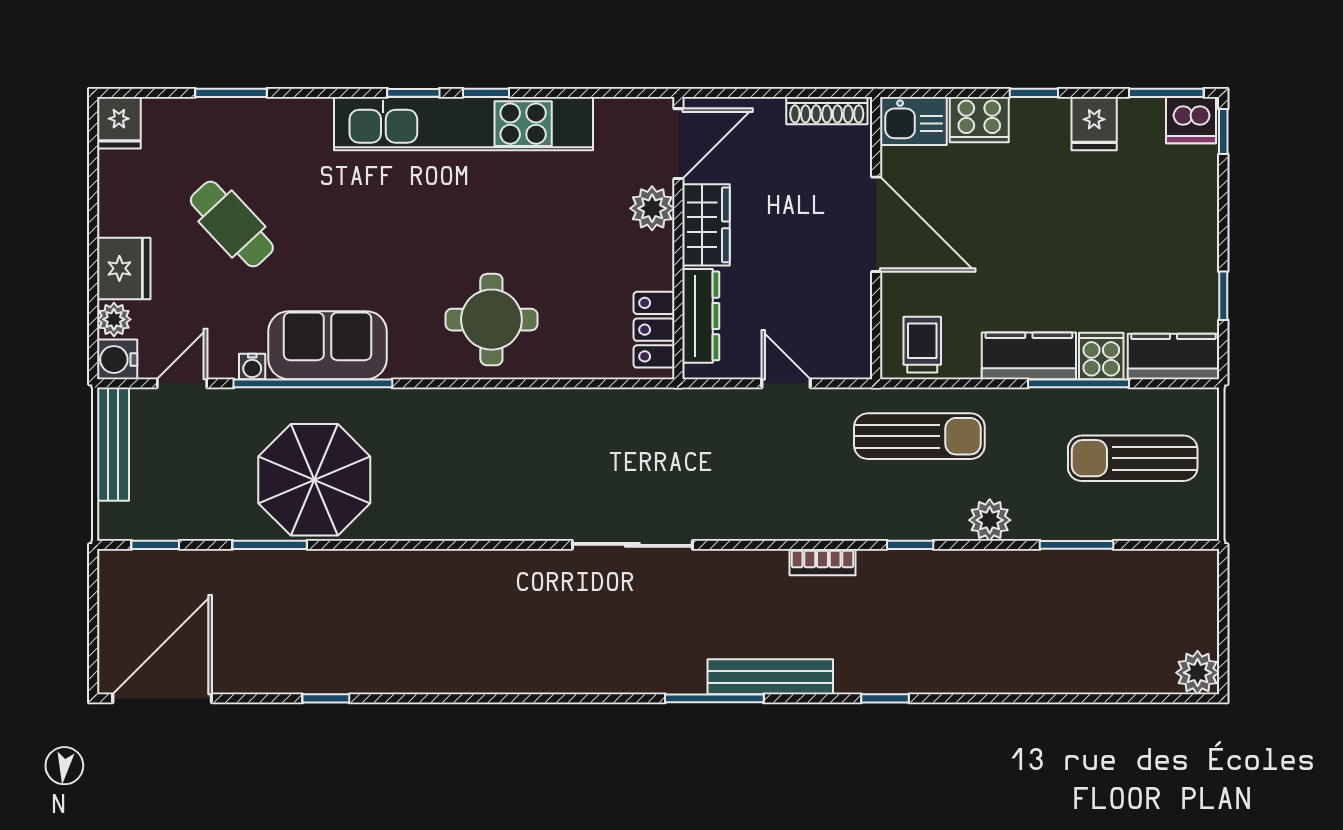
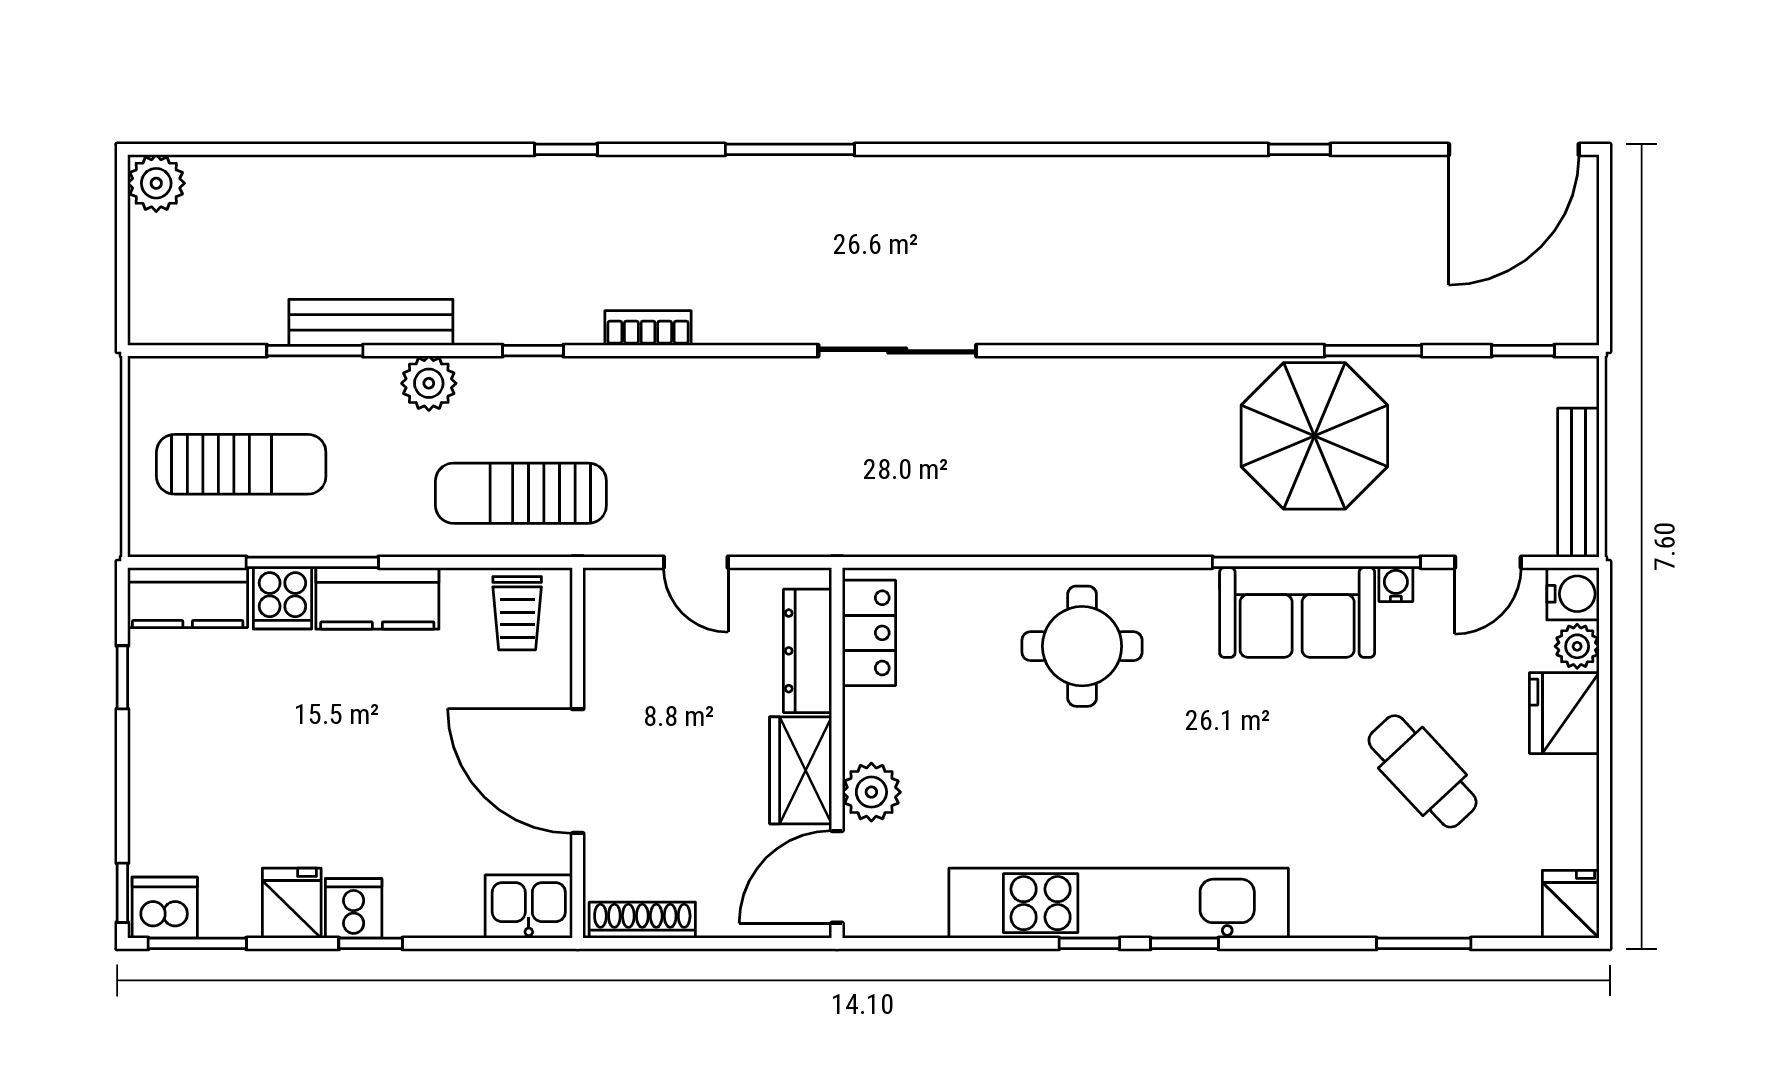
cooker: (979, 120) -> (354, 908), moved, width x0.73
bench: (770, 677) -> (371, 322), moved

